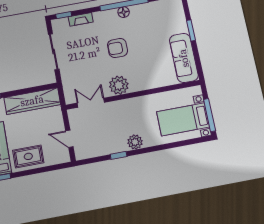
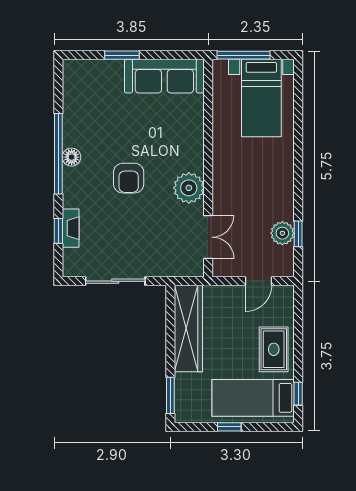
window: (64, 15) -> (58, 231), moved
double door: (91, 103) -> (208, 237), swing flipped
window: (210, 115) -> (243, 55), moved
plant: (135, 142) -> (282, 233), moved
window: (119, 155) -> (298, 234), moved

